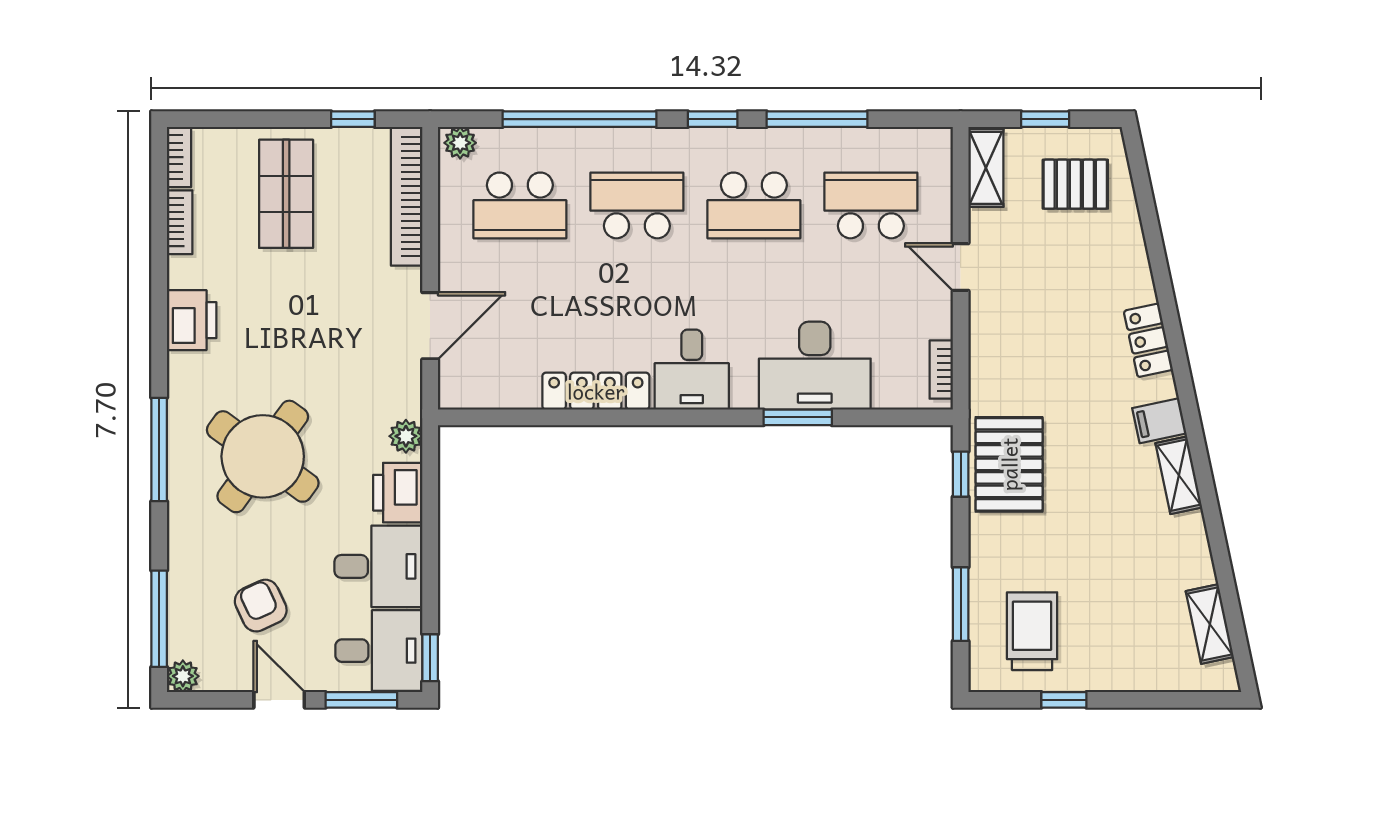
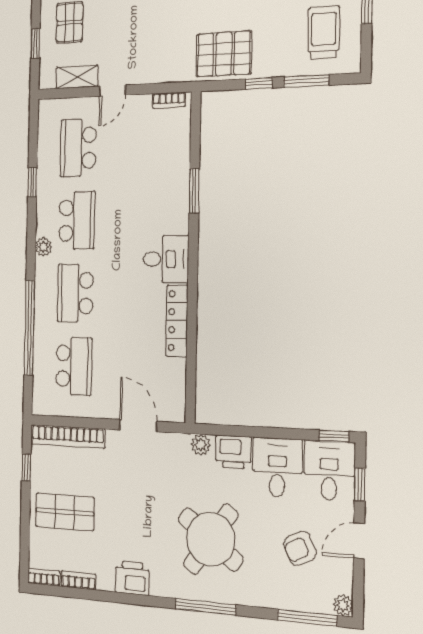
window: (713, 119) -> (31, 246), removed
window: (817, 119) -> (32, 182), width x0.46
plant: (460, 143) -> (43, 247), moved
shelving: (986, 168) -> (77, 77), moved
desk: (815, 366) -> (165, 181), removed
window: (961, 474) -> (259, 83), moved
trolley: (1032, 631) -> (324, 33), turned 90
window: (361, 700) -> (360, 484), width x0.67

